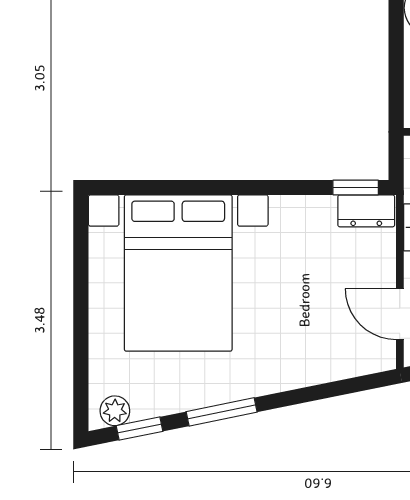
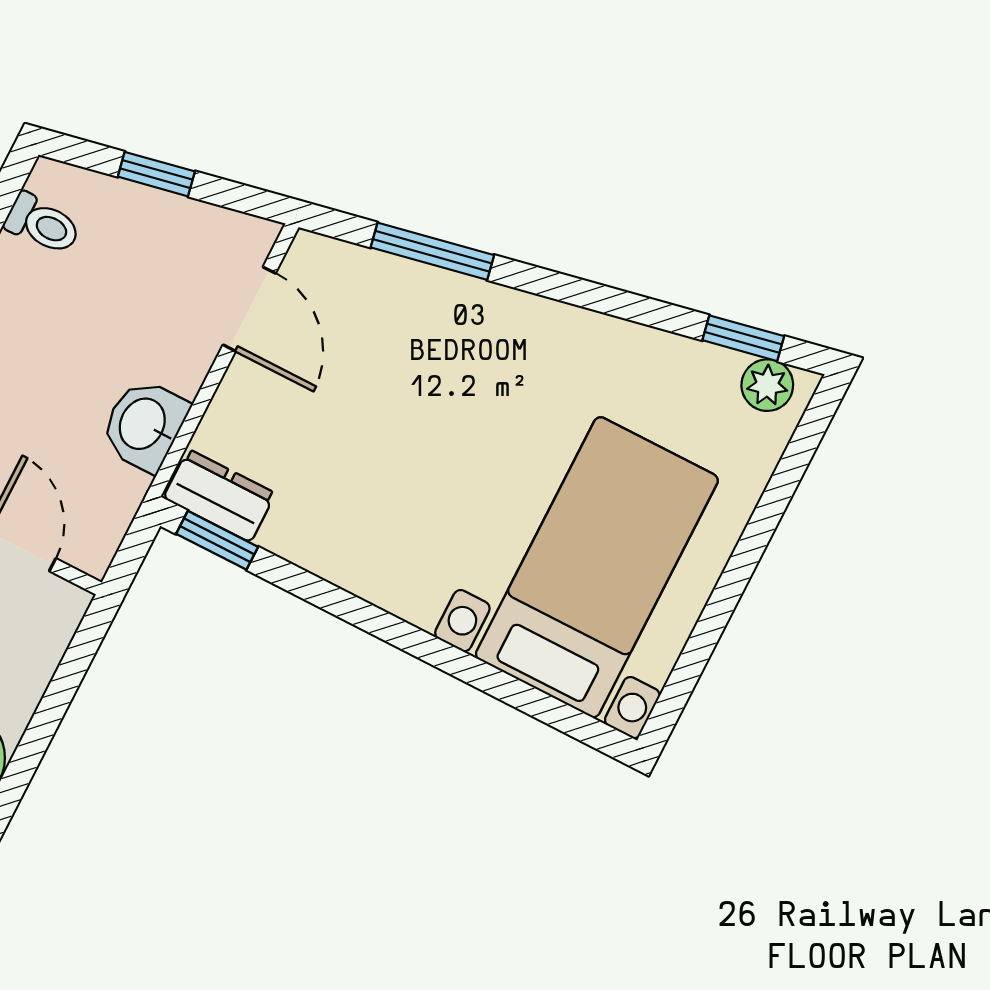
bed with nightstands: (178, 273) -> (597, 567), width x0.73
window: (222, 412) -> (432, 251), moved

